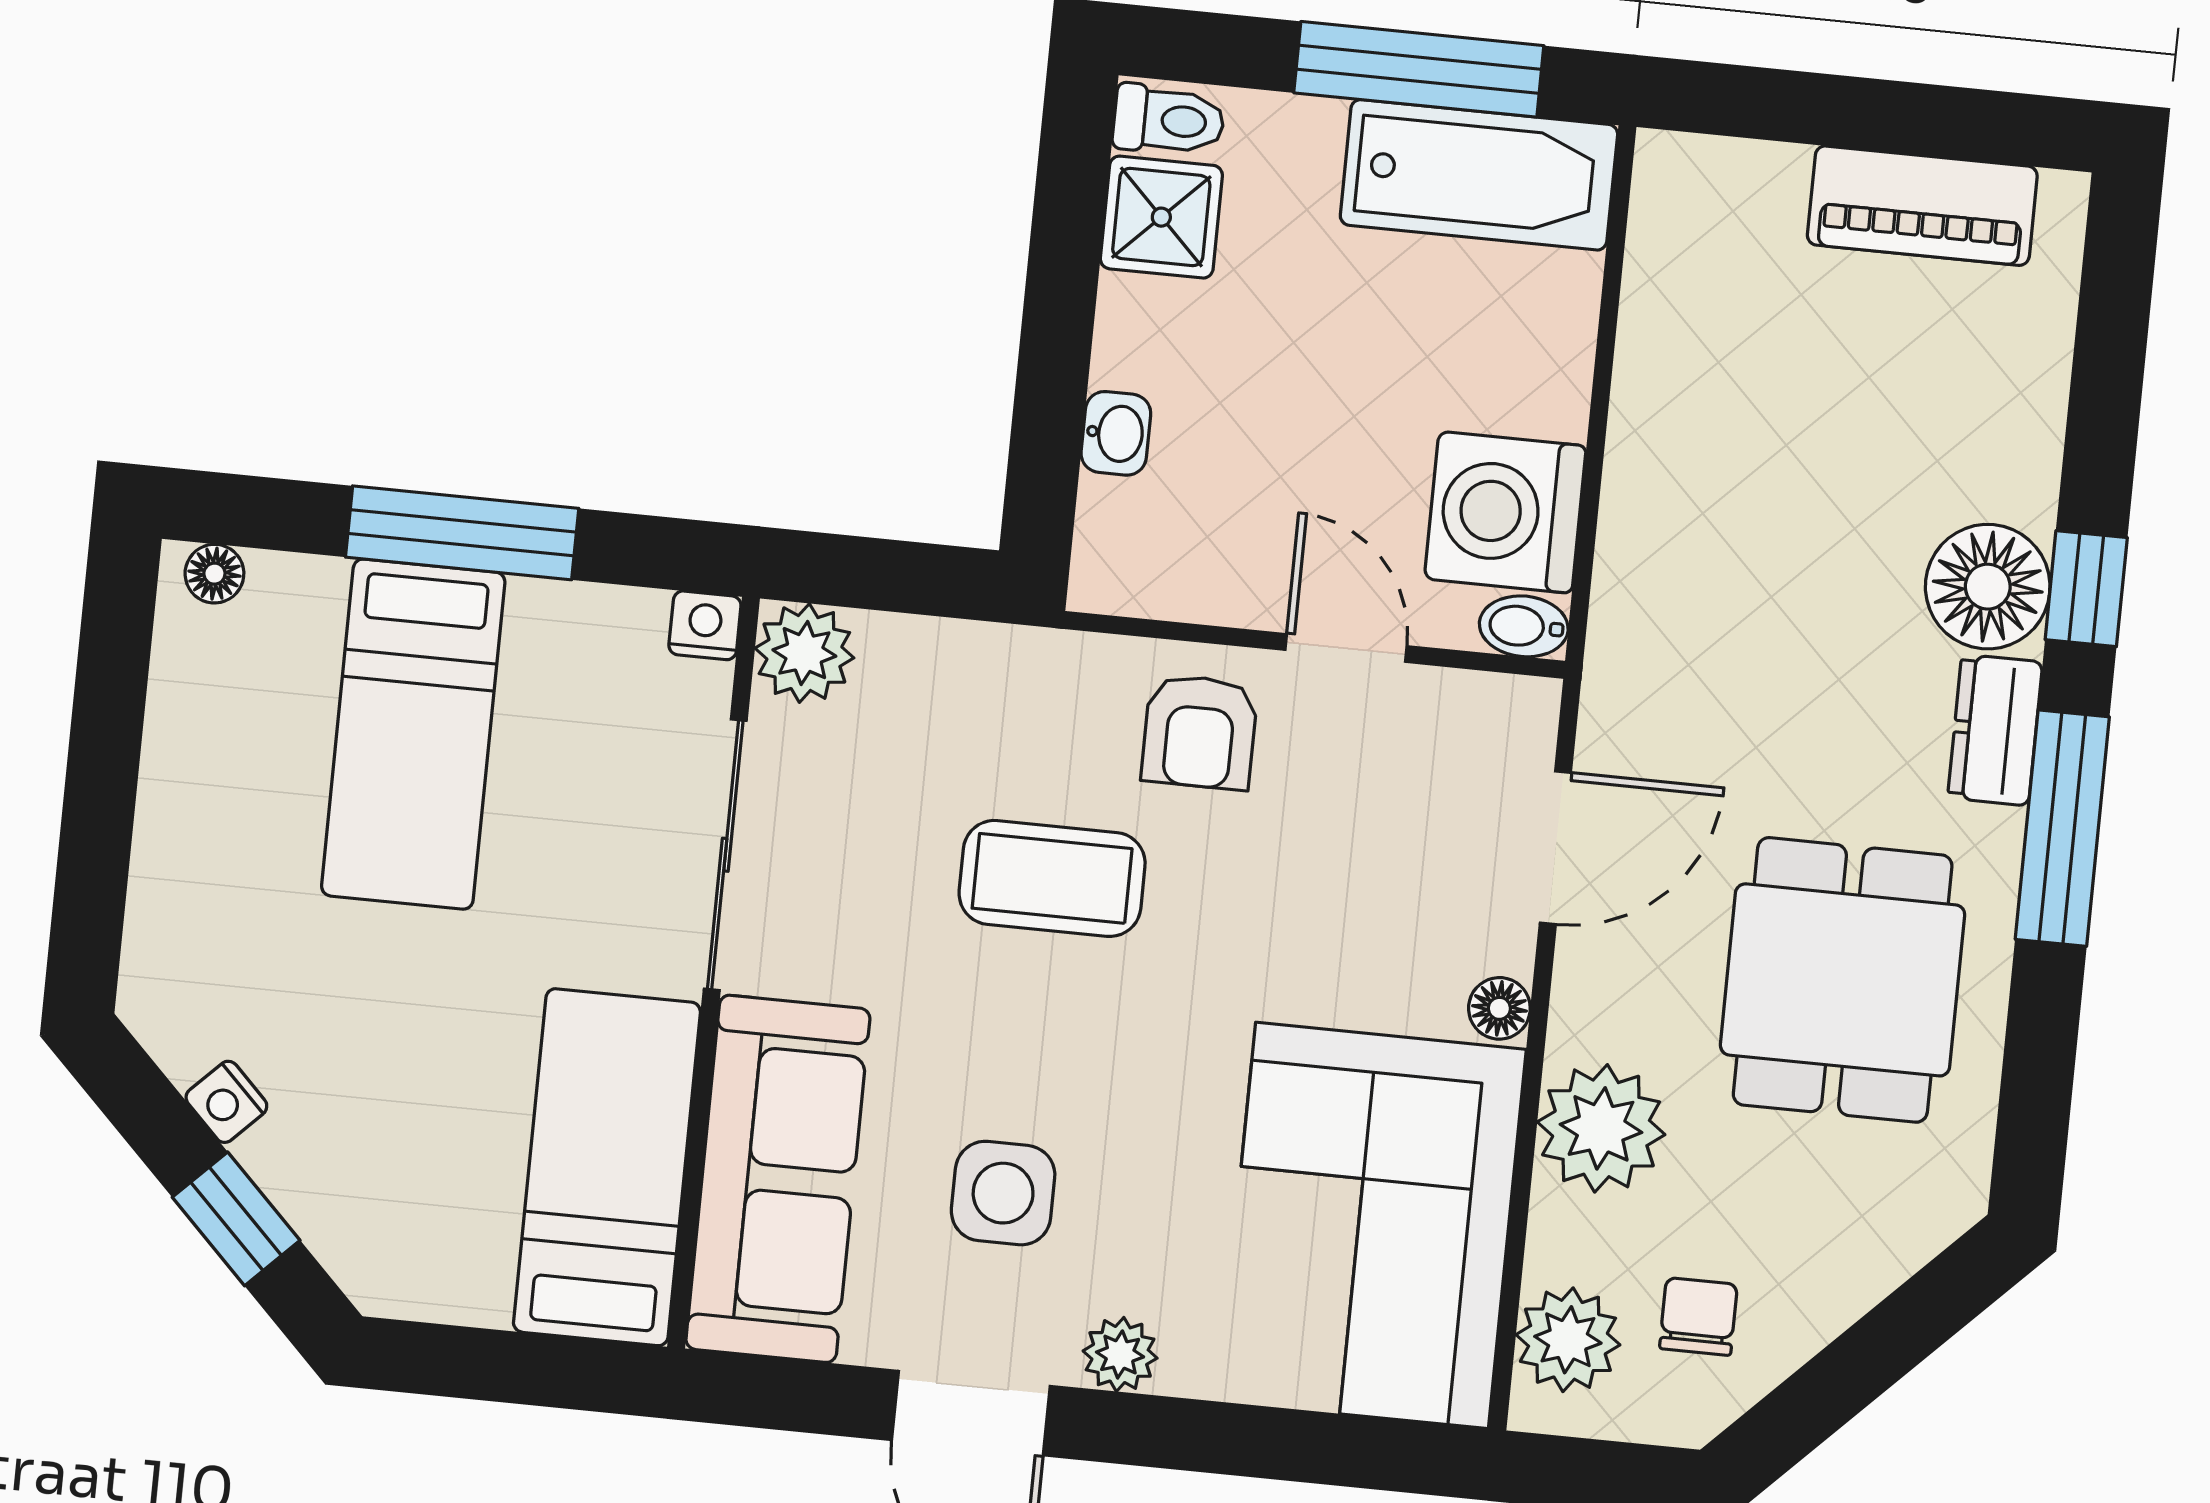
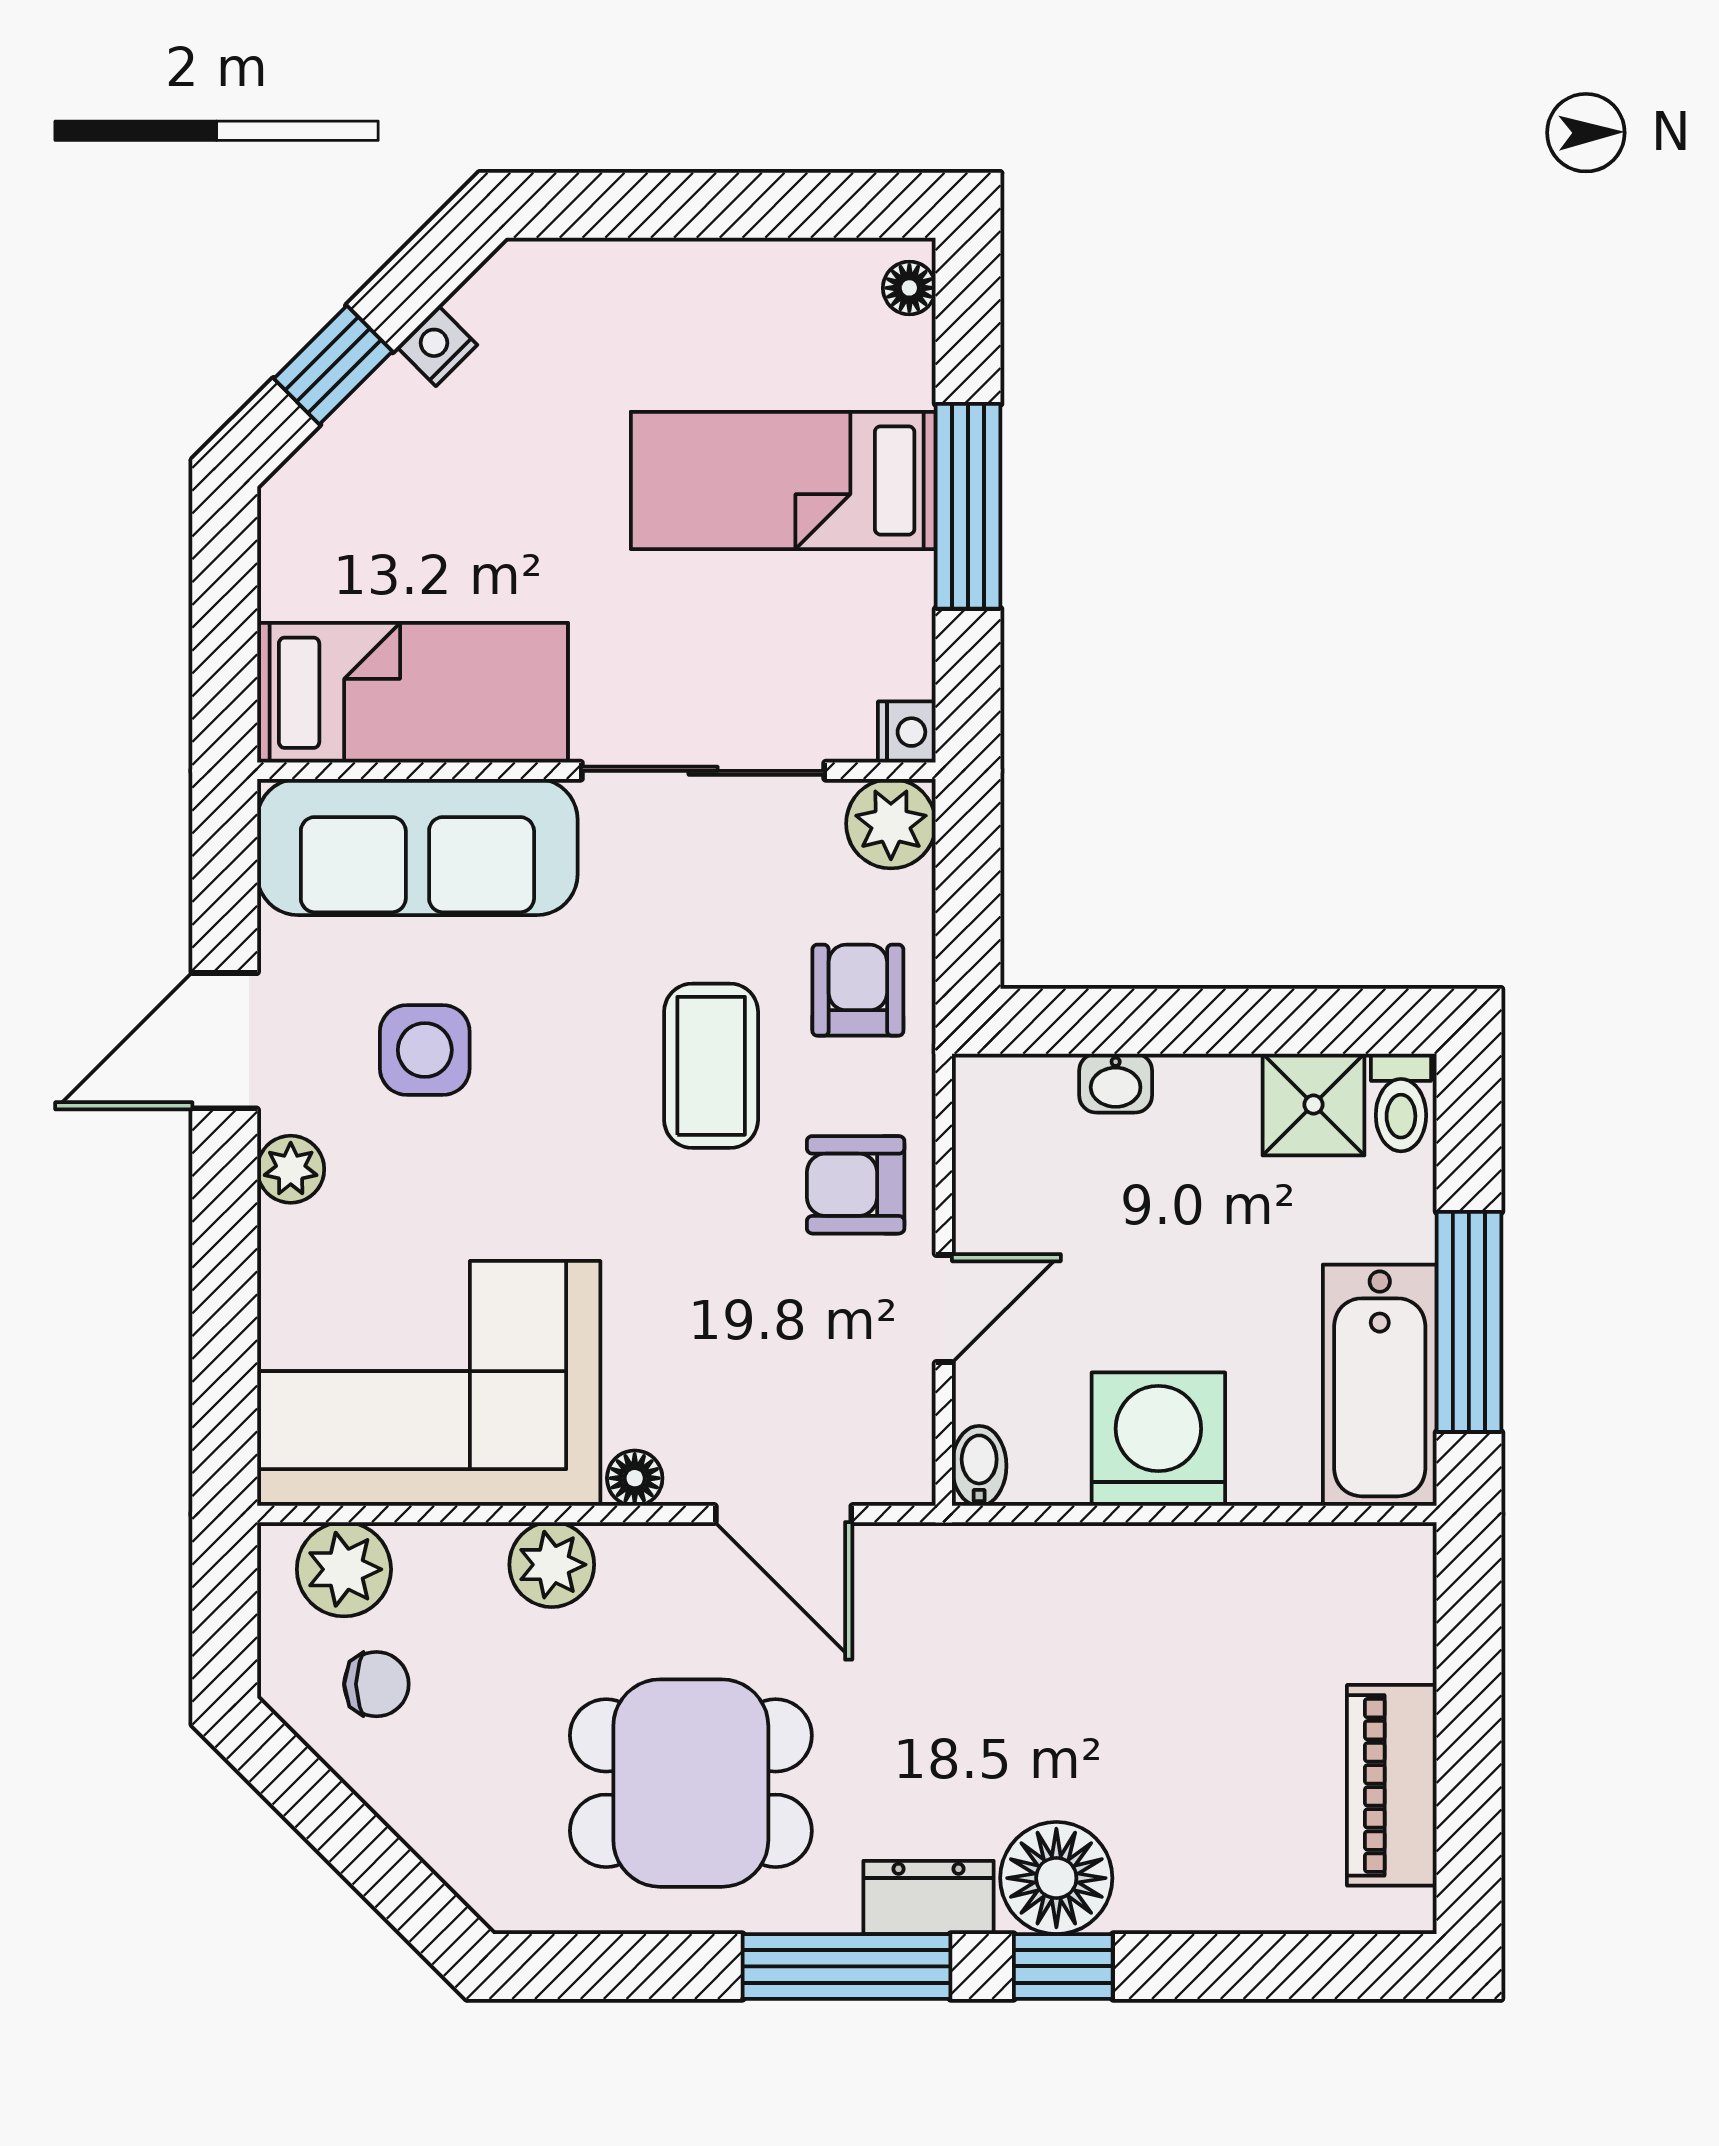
washing machine: (1505, 512) -> (1158, 1439), moved
armchair: (985, 708) -> (858, 990), added
plant: (1601, 1128) -> (552, 1565), width x0.73, depth x0.73

